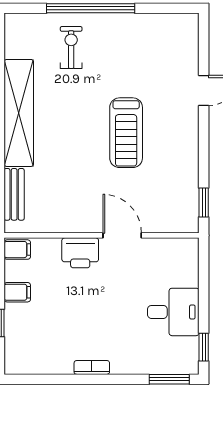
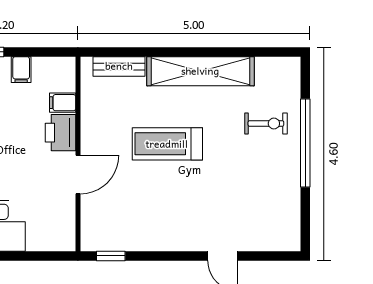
treadmill: (126, 133) -> (167, 144), moved
filing cabinet: (17, 250) -> (63, 103), moved, turned 90

